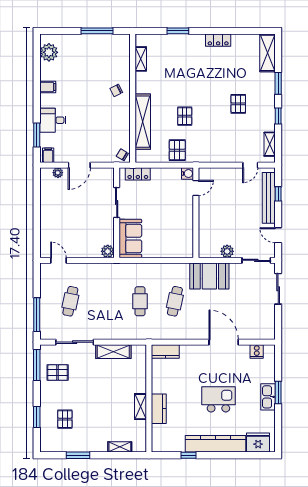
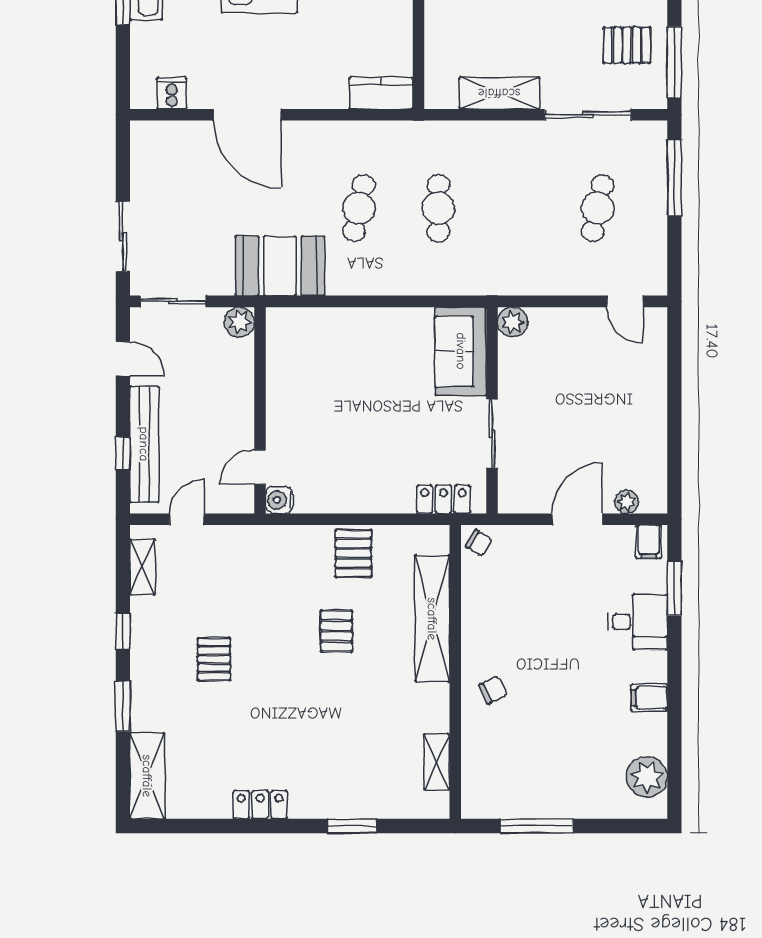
water cooler: (187, 174) -> (279, 500), moved
door: (196, 188) -> (260, 467), moved
wall: (196, 213) -> (260, 410), moved

